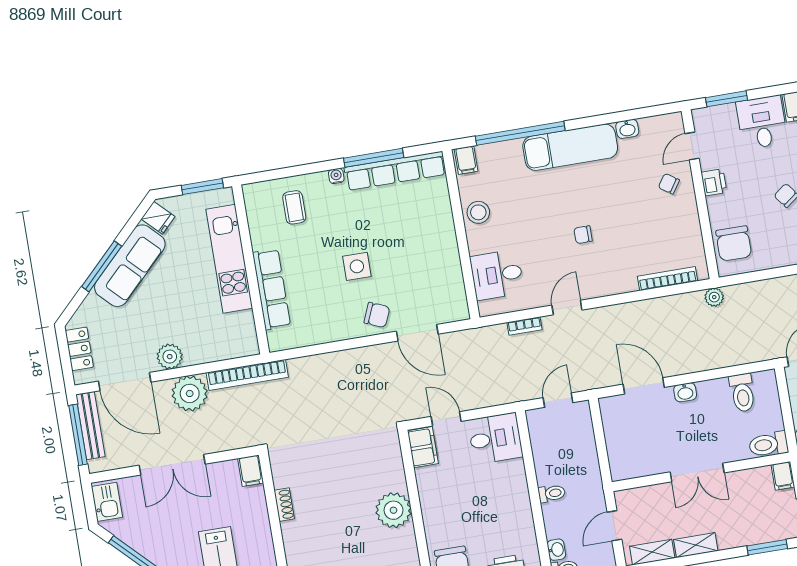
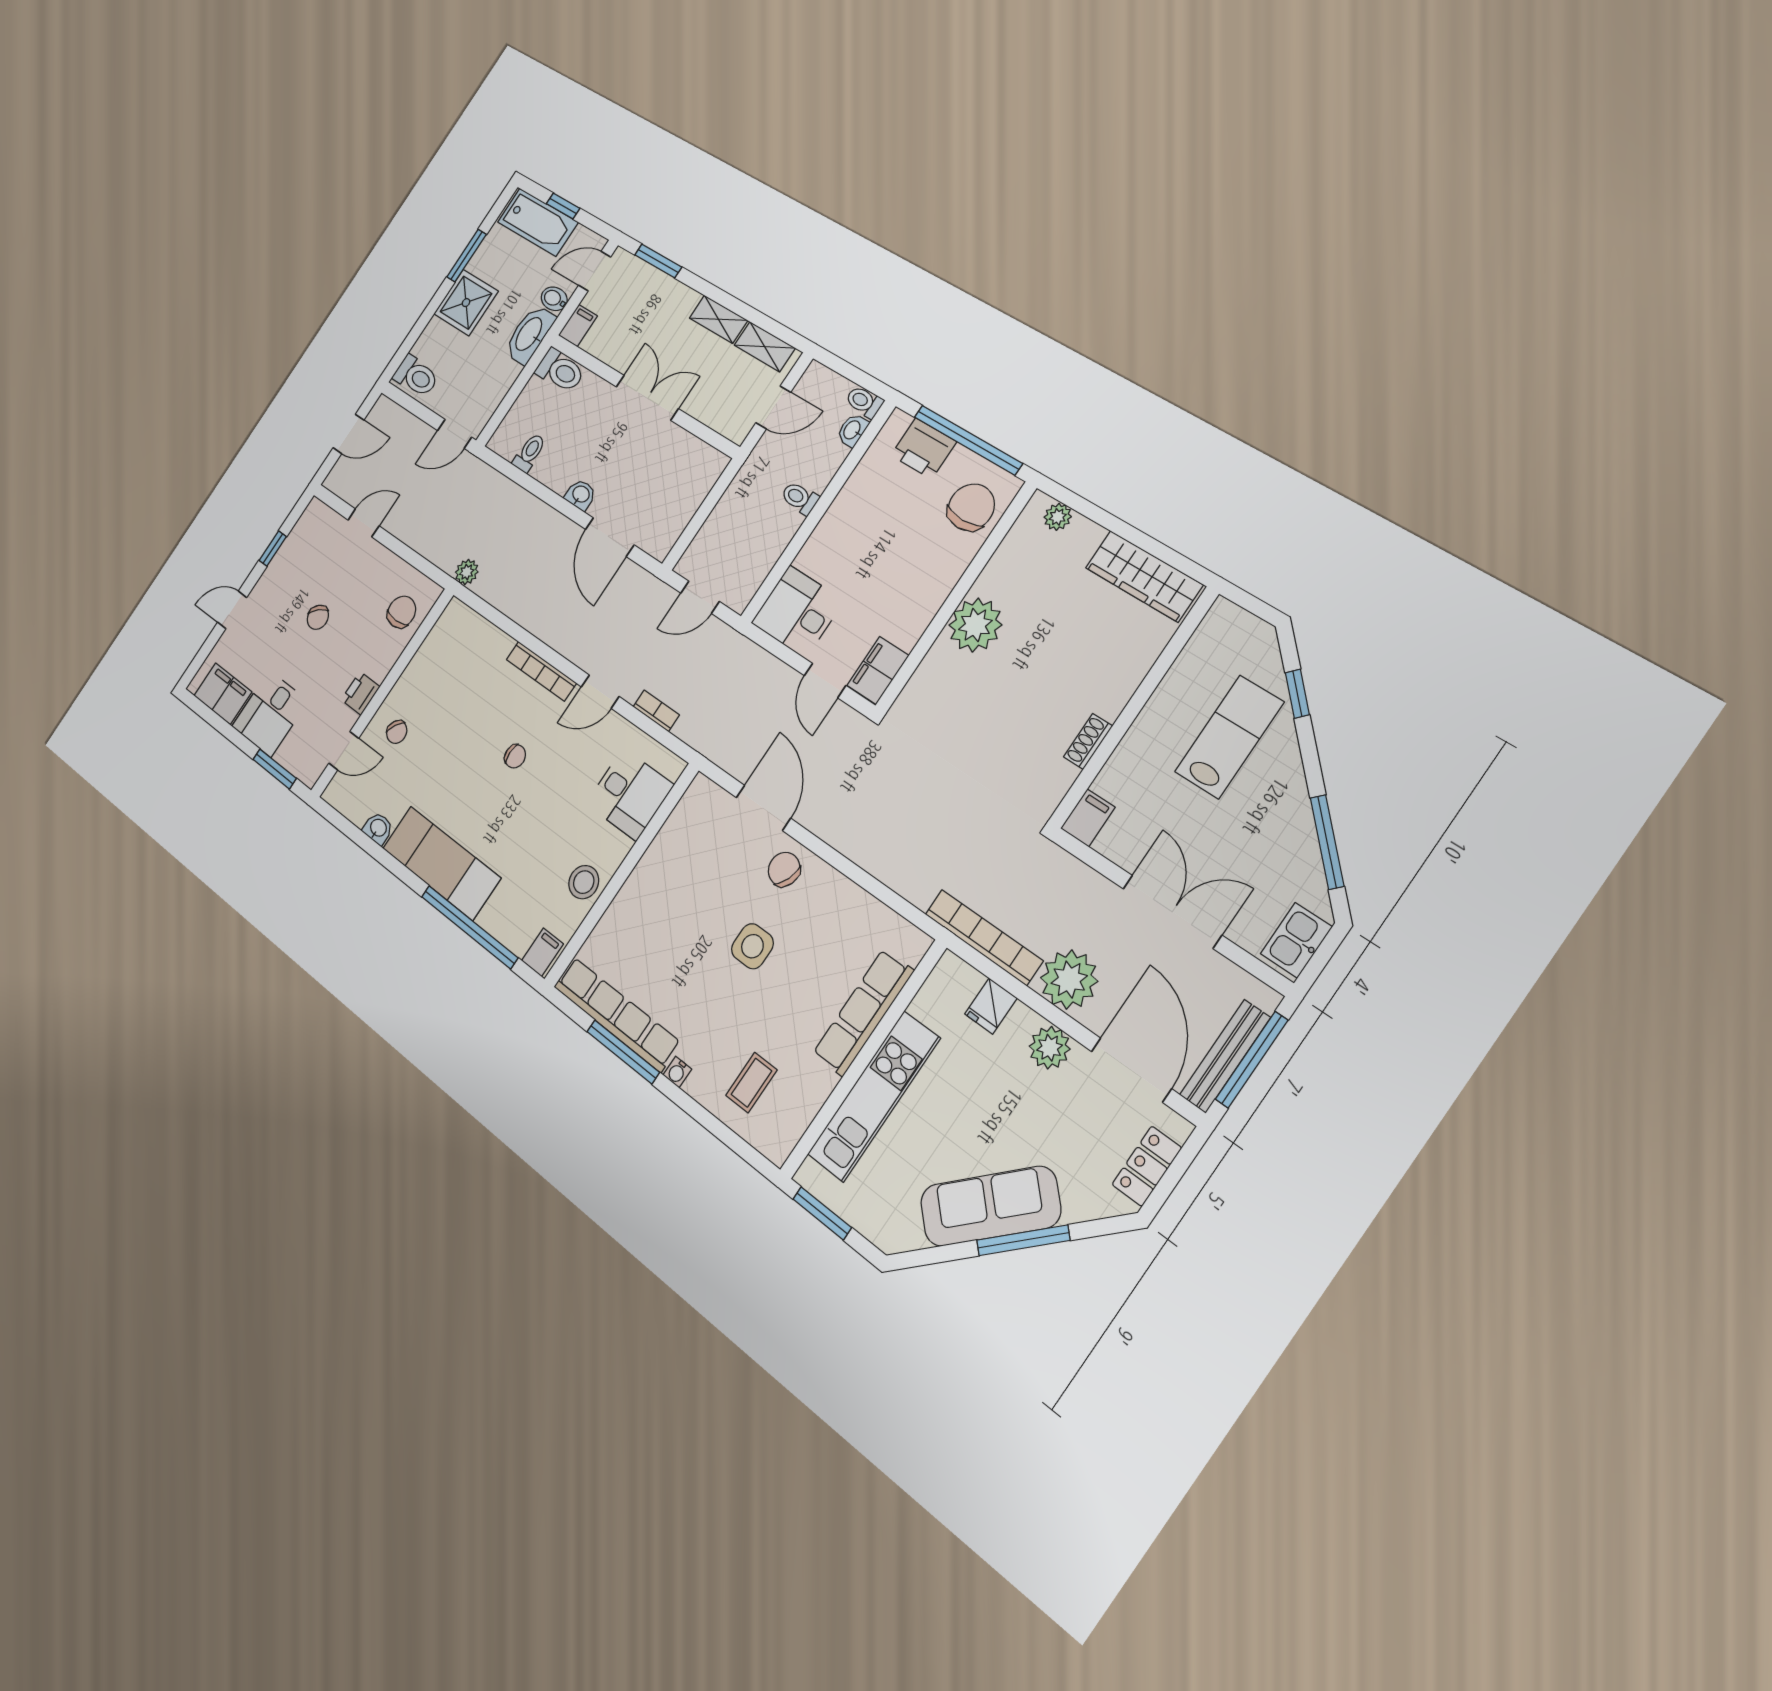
fridge: (158, 218) -> (991, 1006), moved, turned -135
chair: (734, 244) -> (402, 612), width x0.73, depth x0.73
bookcase: (667, 279) -> (541, 671), moved
toilet: (742, 393) -> (529, 453), width x0.73, depth x0.72

